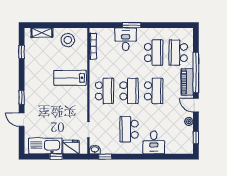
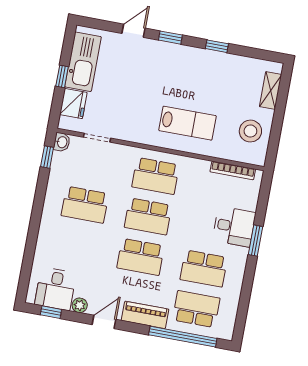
window: (22, 52) -> (217, 46), moved
window: (196, 72) -> (183, 337), moved
lab bench: (70, 78) -> (188, 123), turned 90
school desk: (129, 129) -> (85, 205), turned 180
desk: (154, 142) -> (55, 289), moved, turned -90

